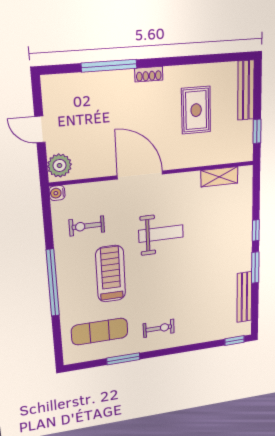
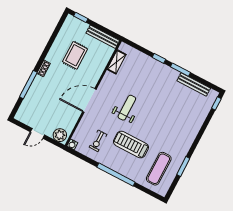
bench: (246, 90) -> (103, 37), moved
rug: (196, 110) -> (75, 55), turned 90
window: (257, 131) -> (81, 17), moved
exercise bike: (159, 328) -> (179, 139), removed

